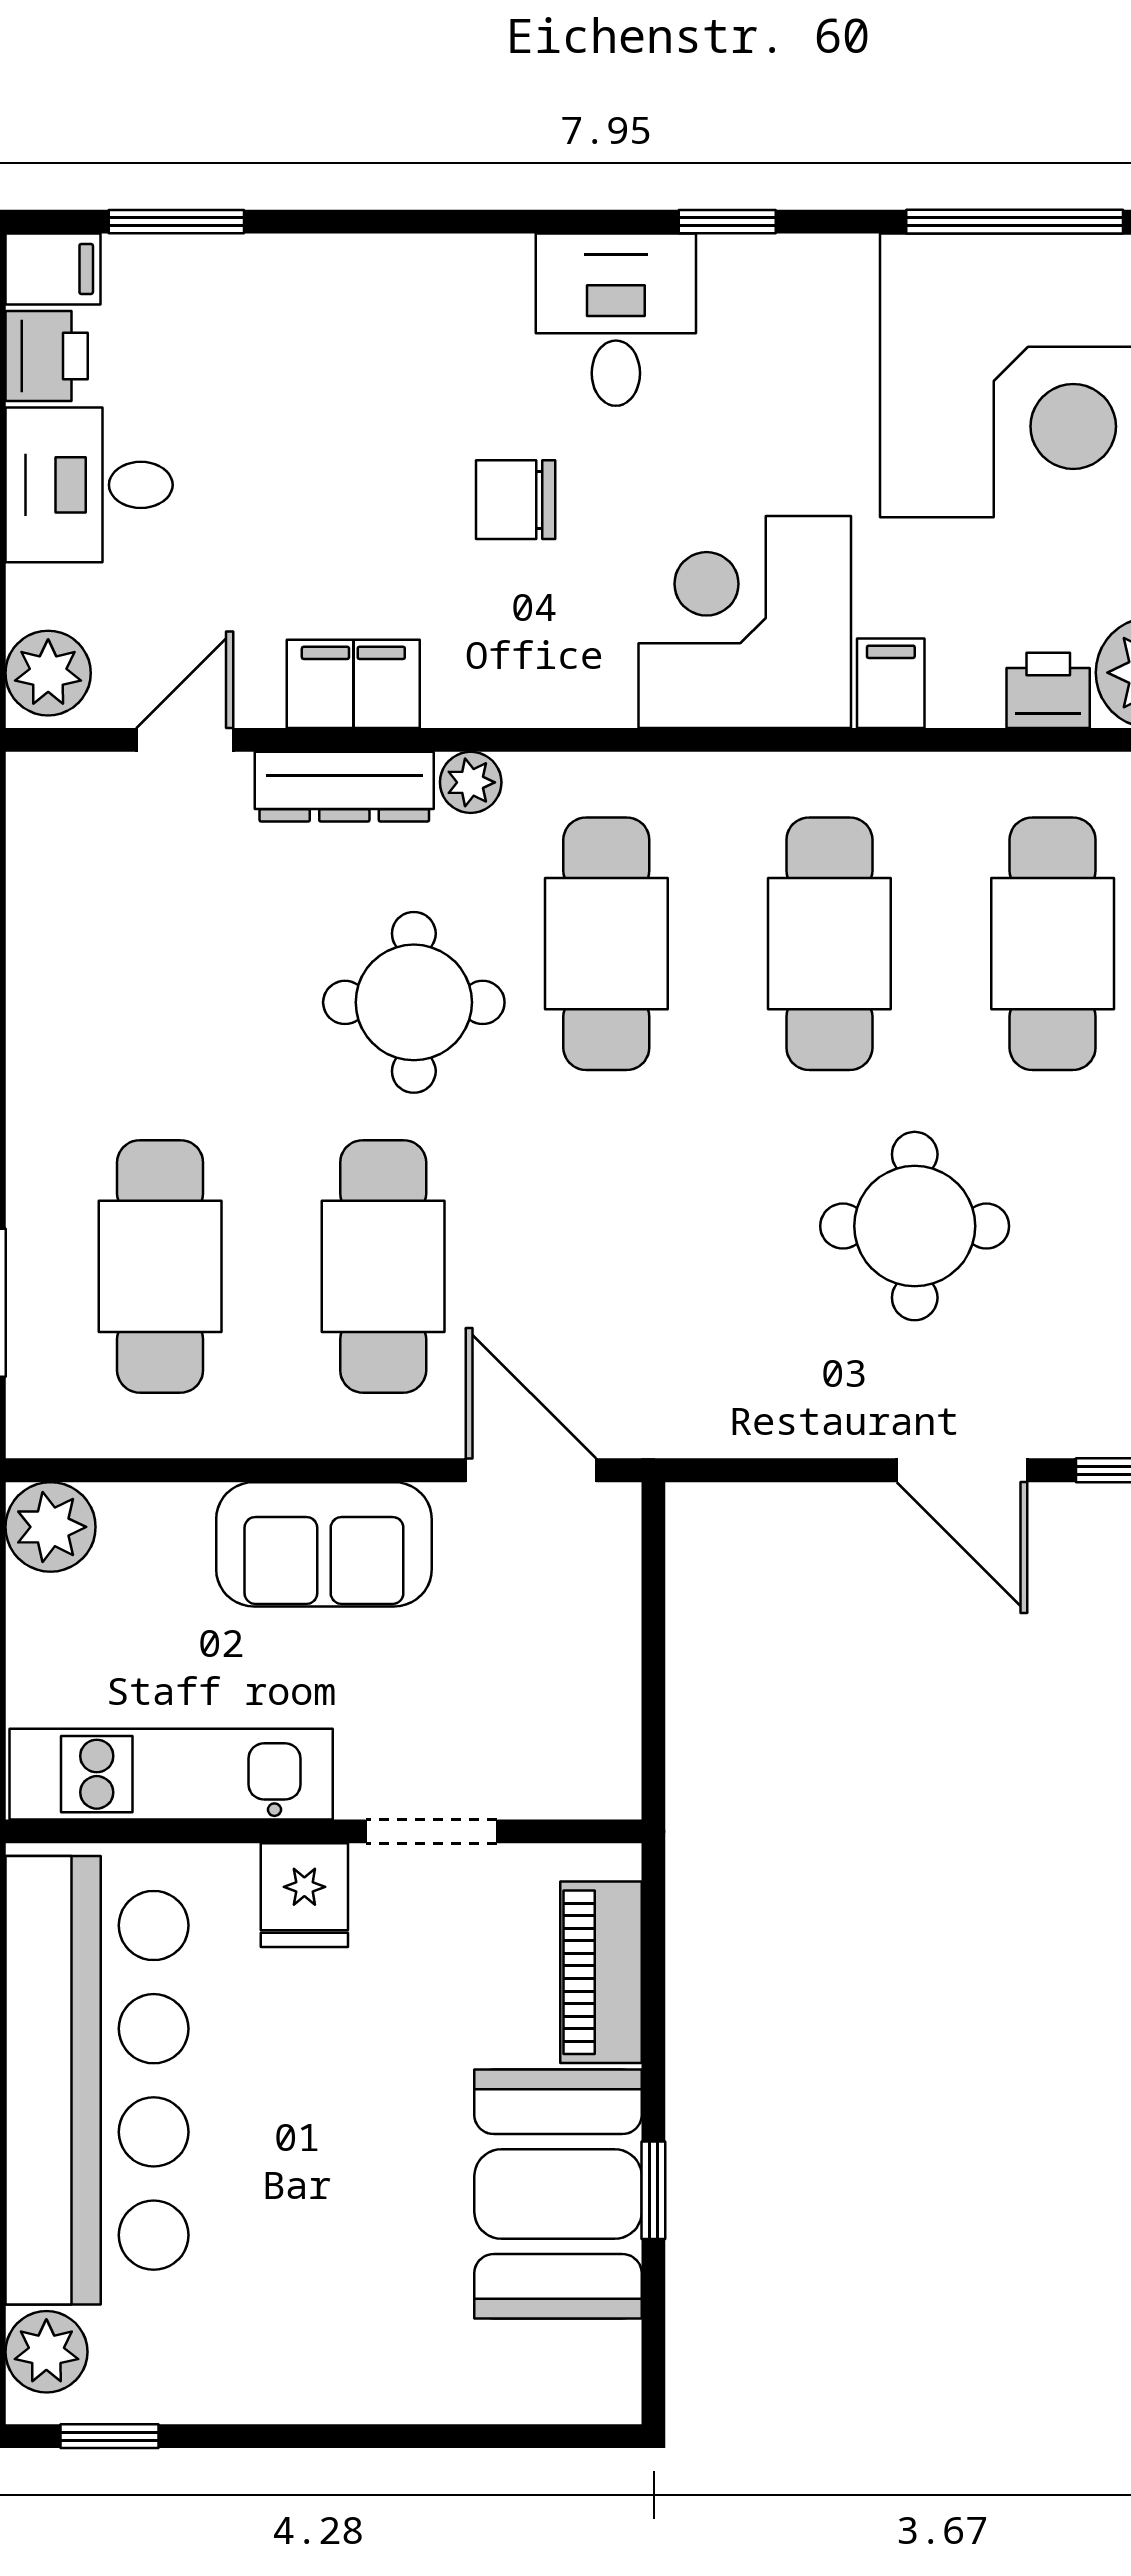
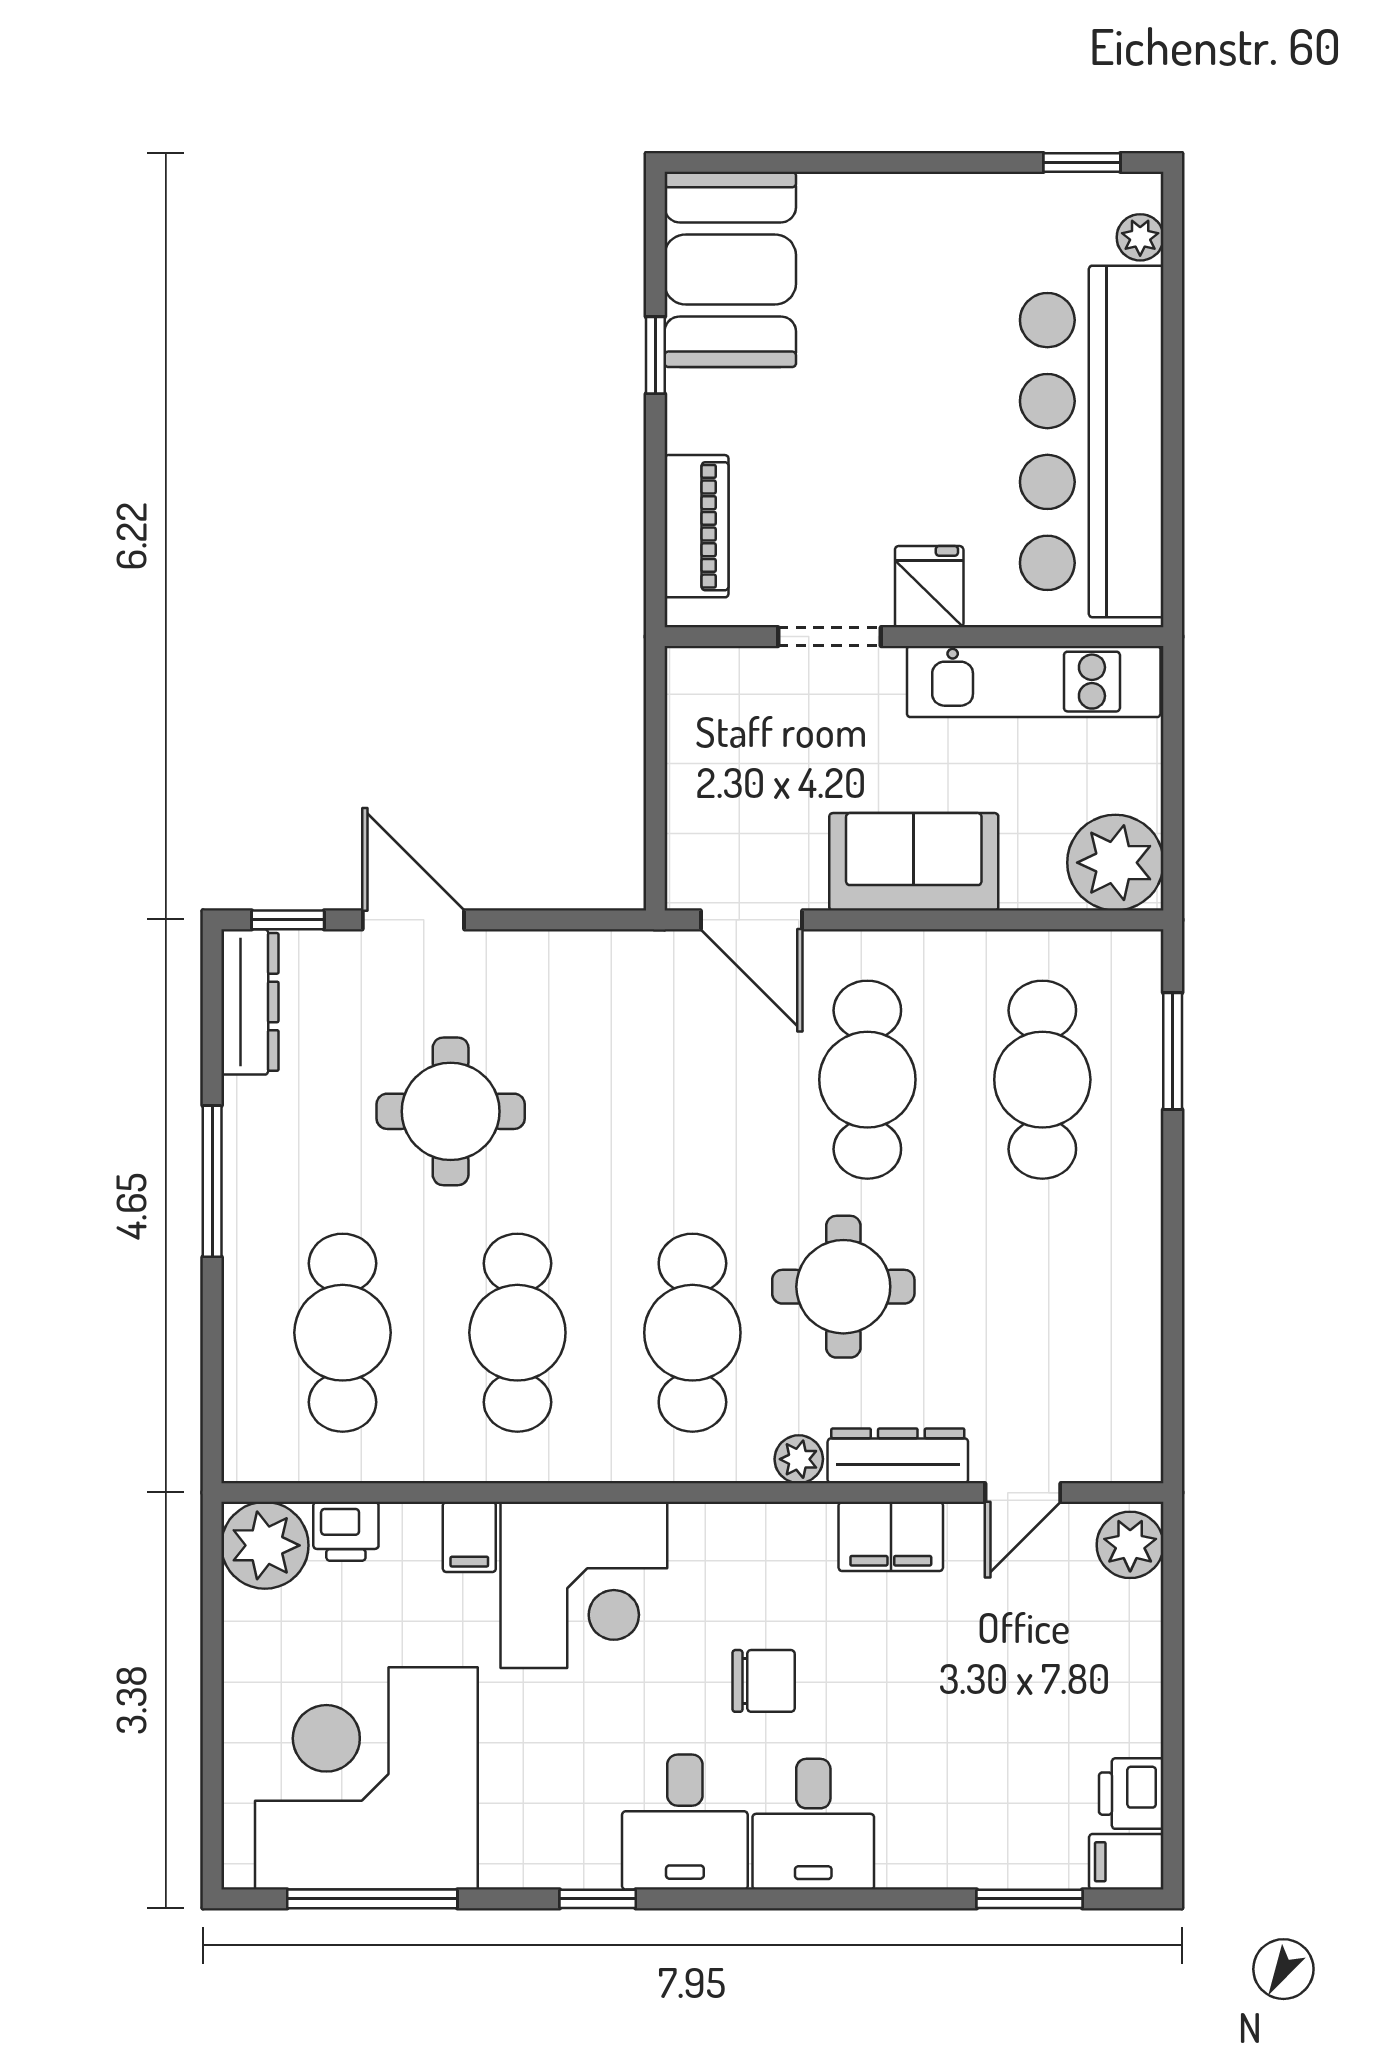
desk: (89, 485) -> (813, 1824), moved, turned 90
plant: (51, 1527) -> (1115, 863), width x1.36, depth x1.36
booth: (558, 2194) -> (730, 269), moved
plant: (46, 2352) -> (1140, 237), width x0.73, depth x0.73

